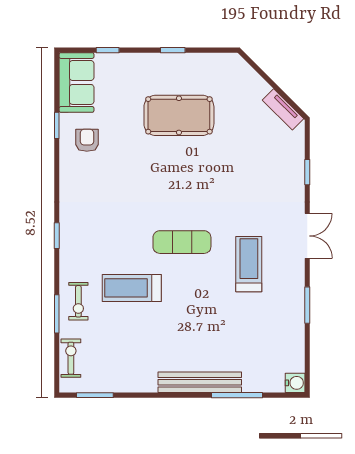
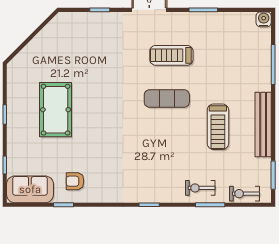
tv unit: (283, 109) -> (51, 29), removed
exercise mat: (182, 242) -> (167, 99), moved, turned 90
treadmill: (132, 288) -> (218, 127), moved
exercise bike: (78, 301) -> (200, 188), turned 180
bench: (200, 382) -> (263, 125), moved

